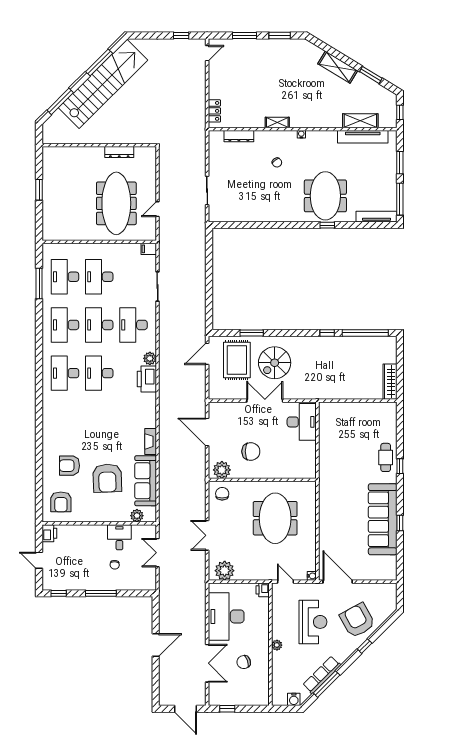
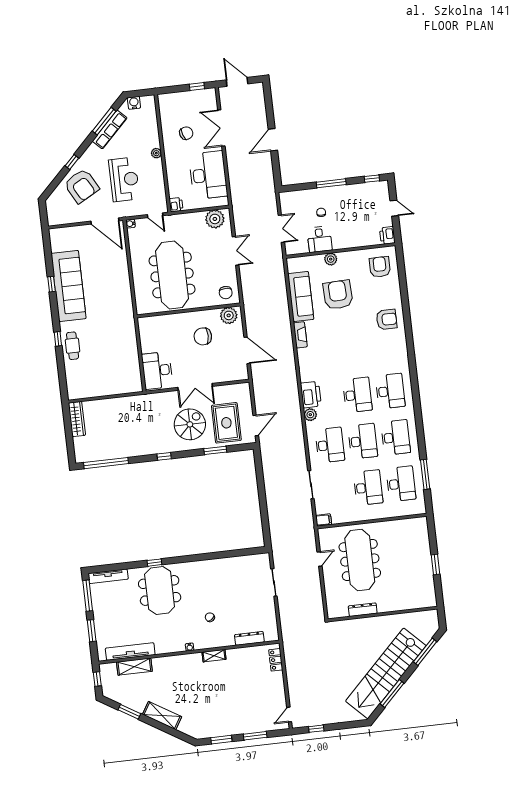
window: (327, 333) -> (164, 456), moved
armchair: (69, 466) -> (387, 319), moved
plant: (137, 516) -> (331, 259), moved
meeting table: (275, 518) -> (172, 275), width x1.36
reception desk: (313, 622) -> (124, 179), turned 180

